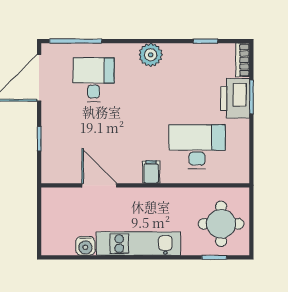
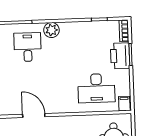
plant: (151, 55) -> (51, 30), moved
desk: (197, 147) -> (96, 88), turned 180
filing cabinet: (151, 172) -> (124, 104), moved

